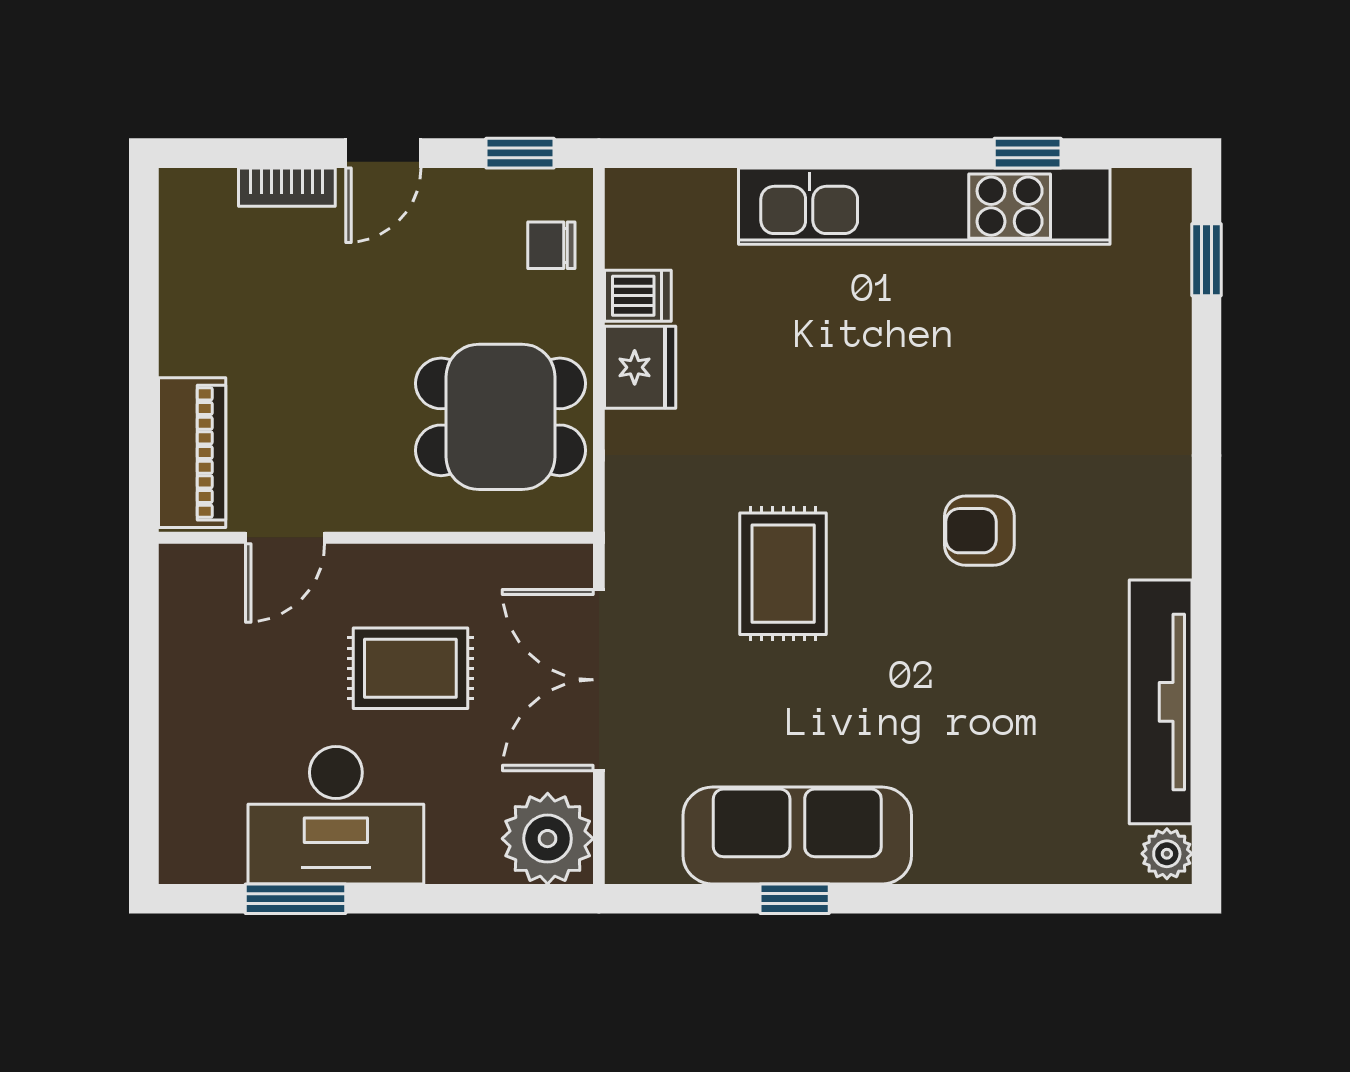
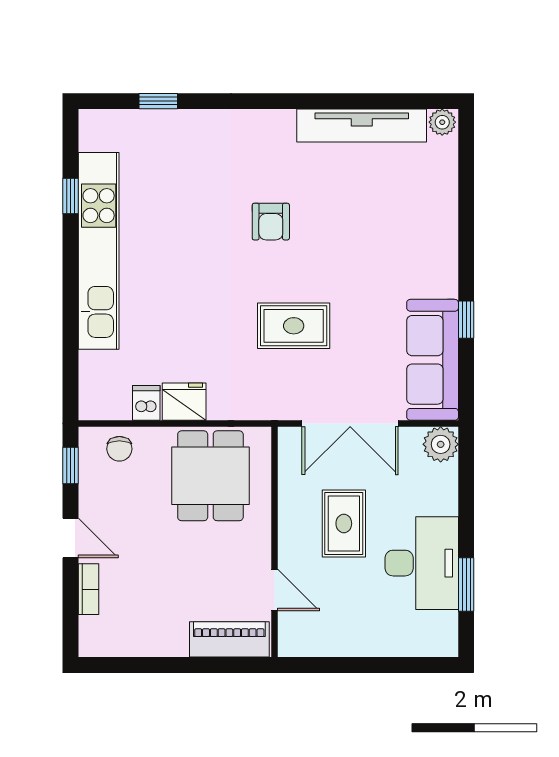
window: (1207, 260) -> (158, 101), moved
sofa: (797, 836) -> (433, 360), moved
plant: (548, 839) -> (441, 444), width x0.73, depth x0.73

